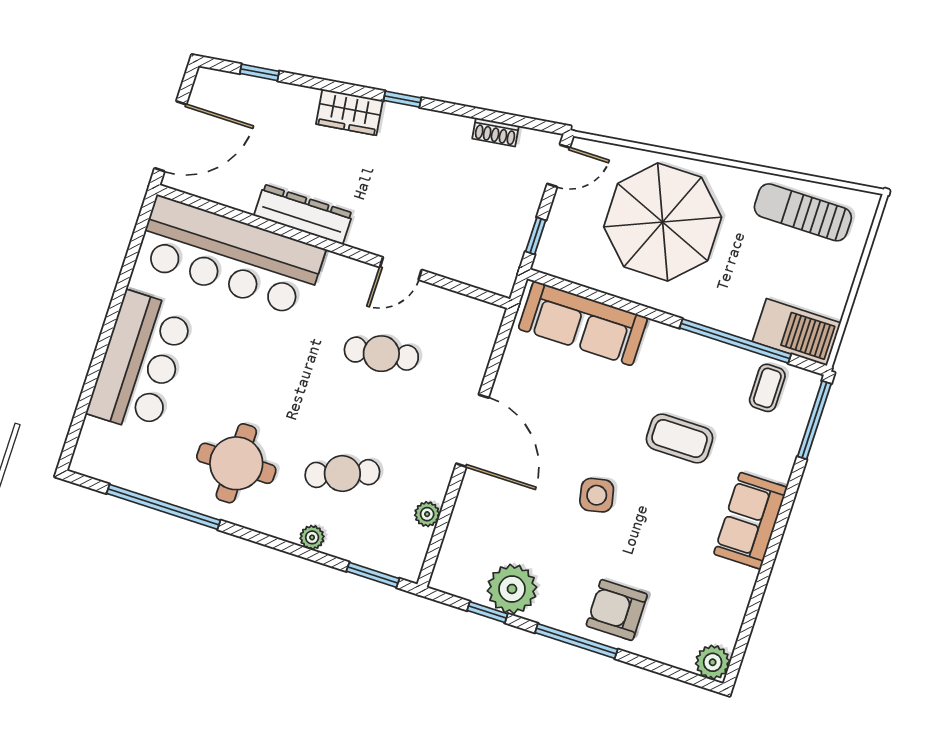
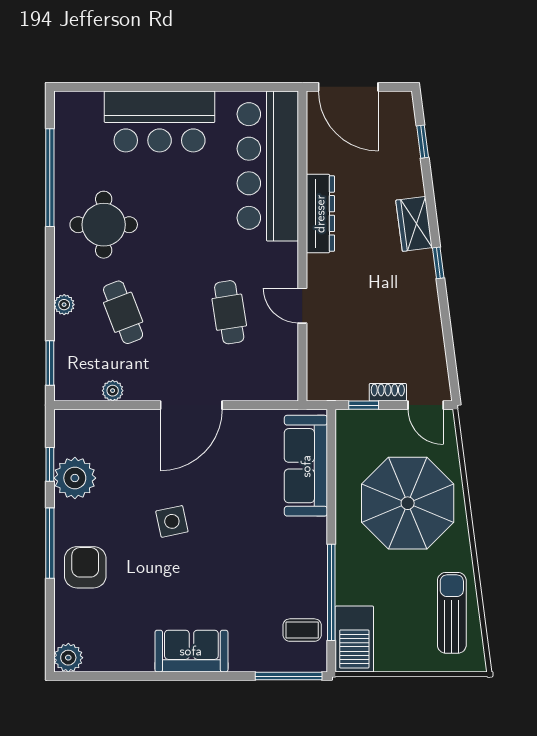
shoe rack: (496, 132) -> (388, 392), moved, turned 97
coffee table: (679, 439) -> (239, 573), removed

